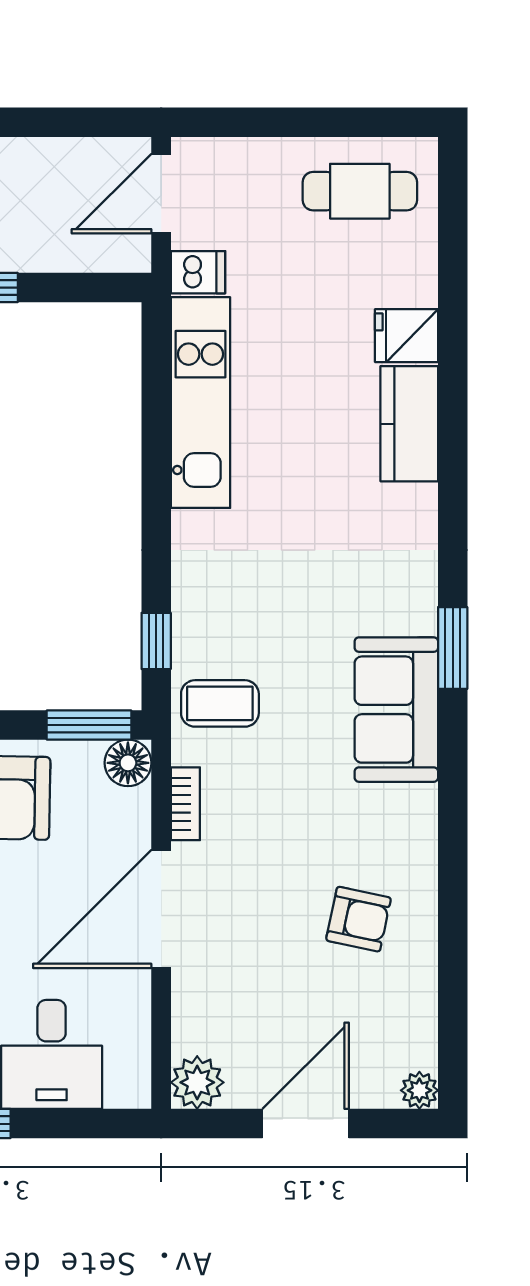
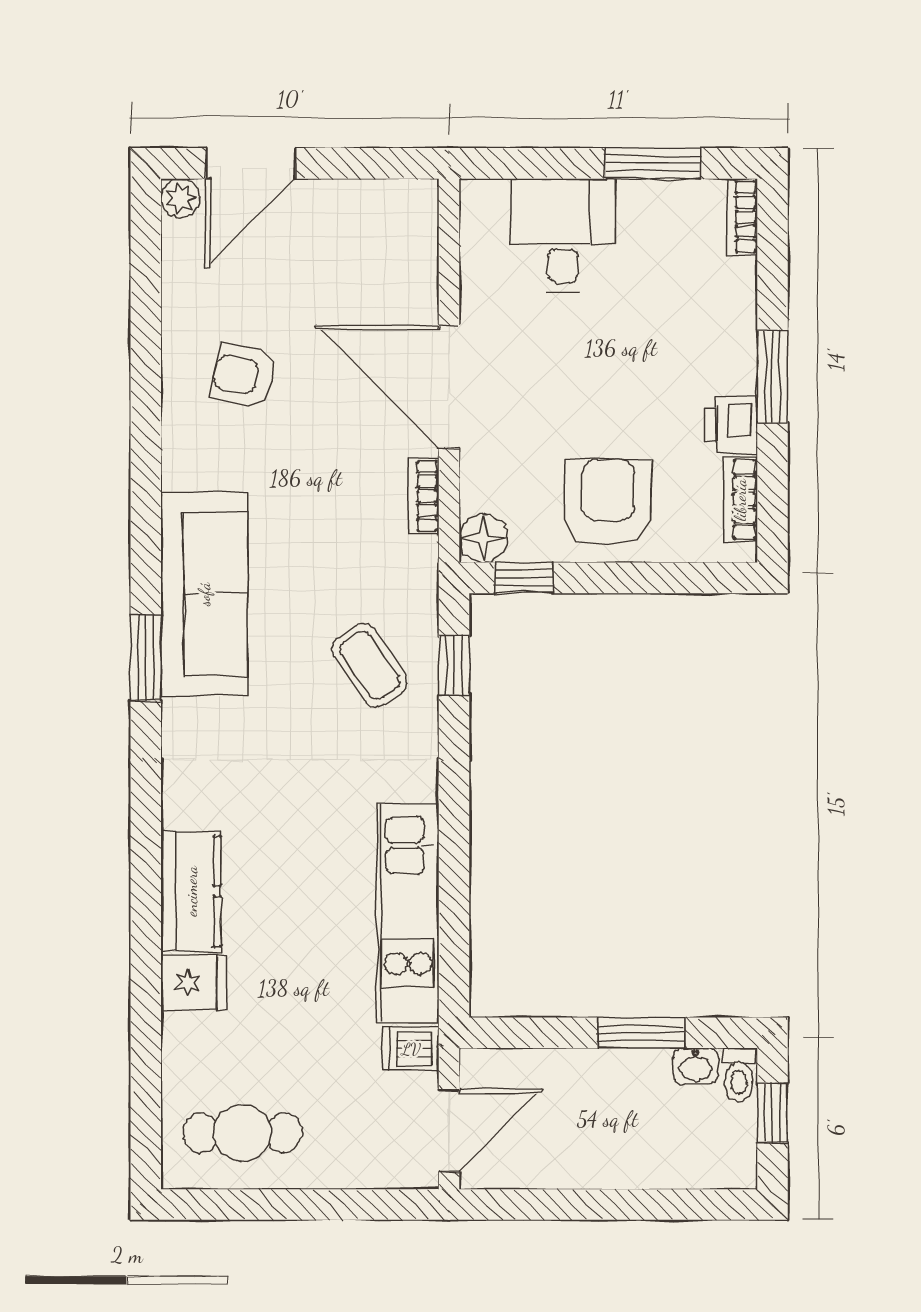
coffee table: (220, 703) -> (370, 665), moved, turned 56
sofa: (396, 710) -> (204, 594), width x1.36
window: (89, 725) -> (524, 578), width x0.67
door: (161, 909) -> (449, 387), swing flipped
plant: (197, 1082) -> (411, 206), removed
door: (306, 1124) -> (251, 163), moved

